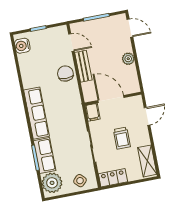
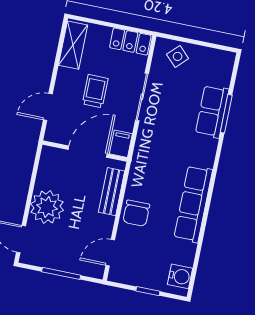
door: (71, 43) -> (110, 253), hinge flipped
plant: (128, 59) -> (47, 207), width x1.87, depth x1.87
bench: (83, 66) -> (112, 192), moved
door: (111, 99) -> (88, 152), swing flipped
row of seats: (36, 113) -> (193, 204), moved
plant: (52, 183) -> (218, 69), removed

